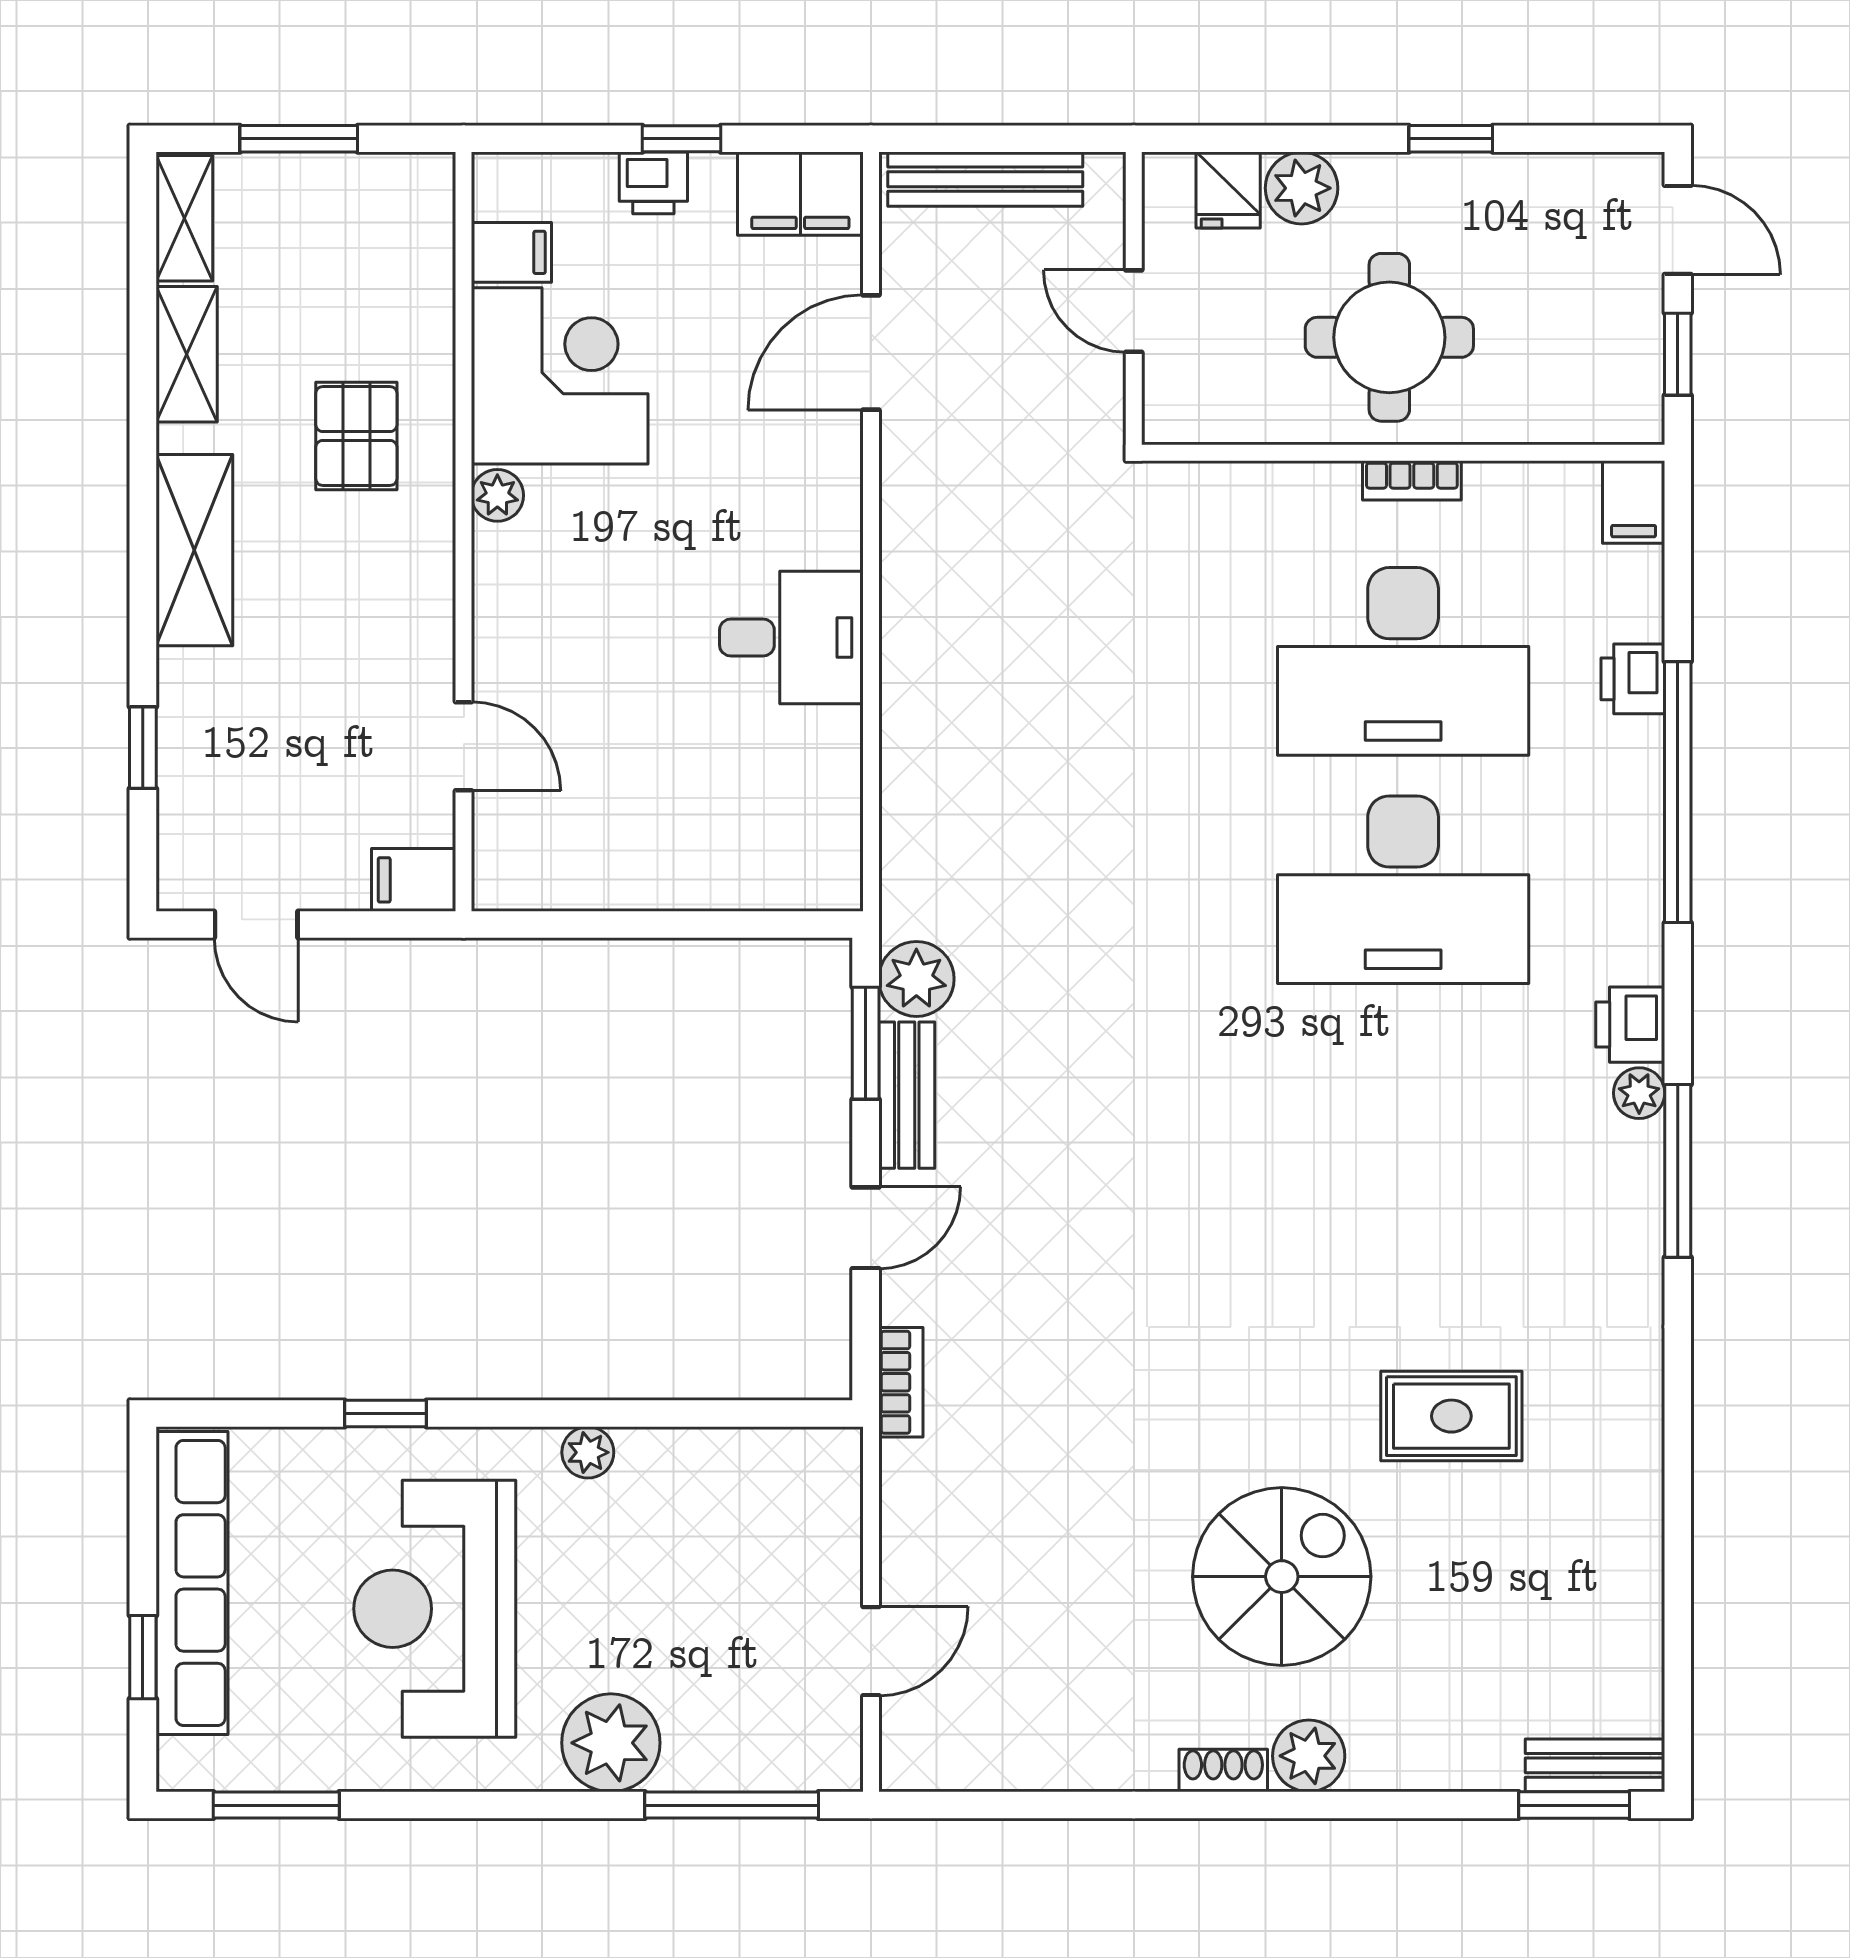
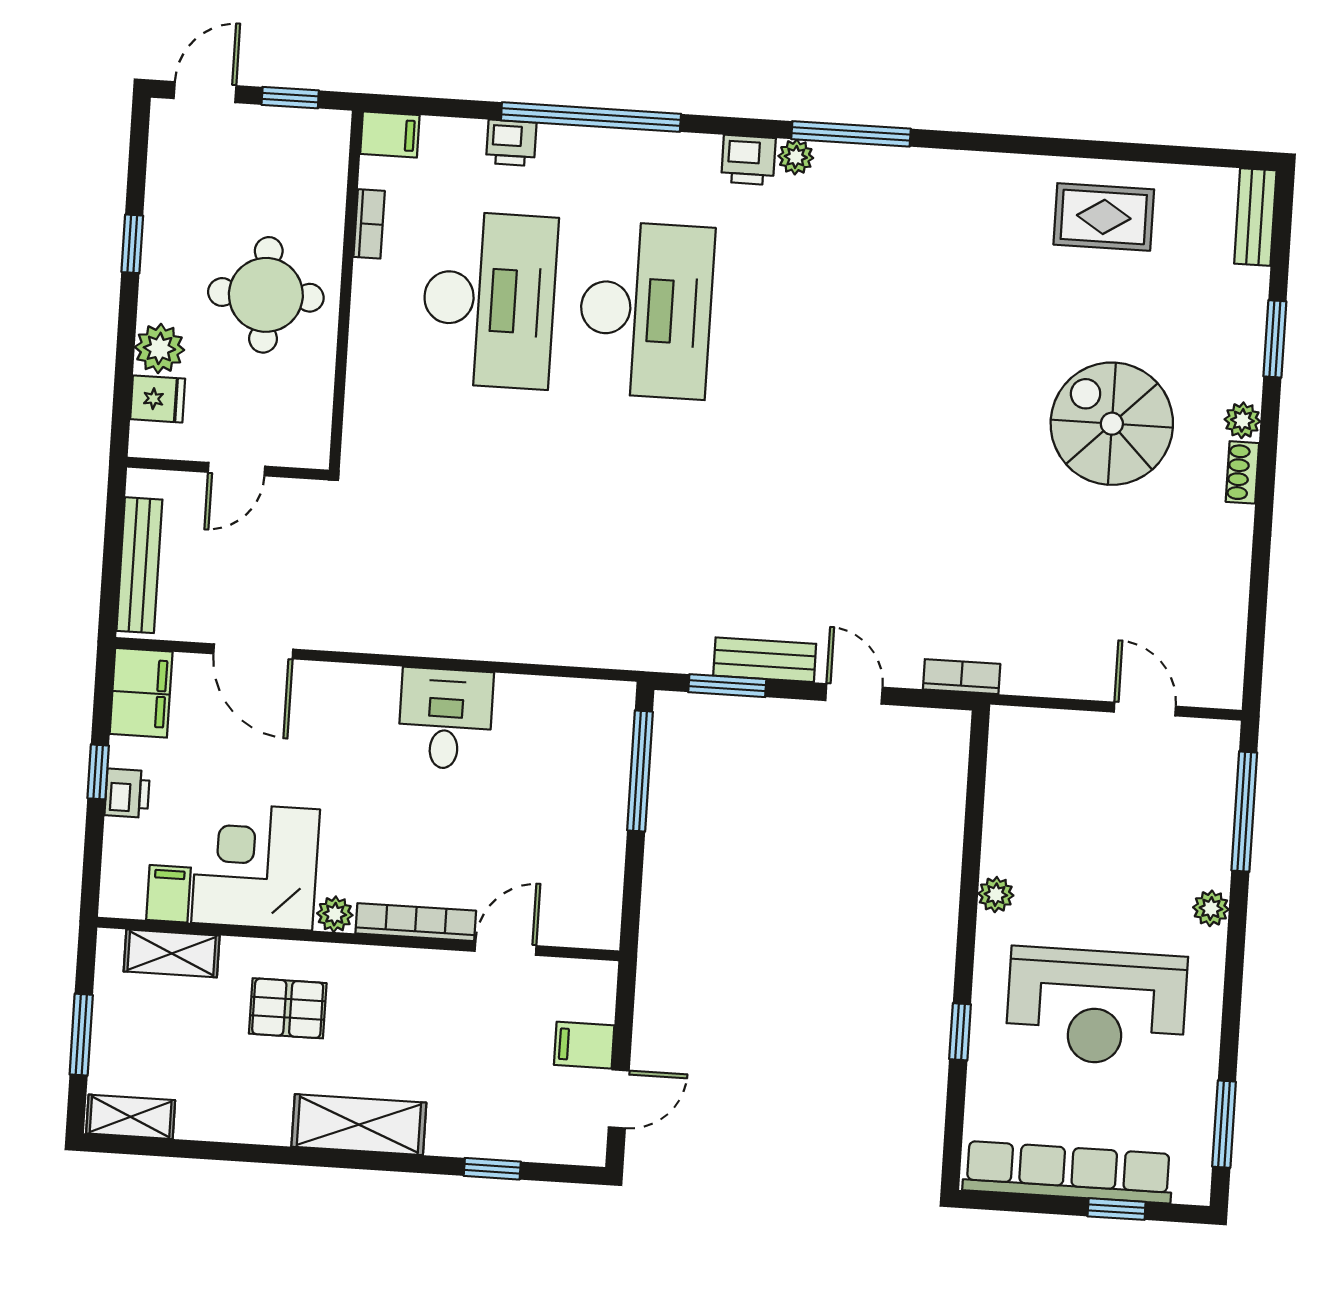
shelving: (187, 354) -> (172, 953), moved
bookcase: (1412, 480) -> (369, 224), moved
bookcase: (494, 614) -> (416, 922), added
filing cabinet: (414, 880) -> (584, 1045), moved, turned 90
window: (734, 925) -> (640, 771), added
plant: (916, 979) -> (685, 648), removed
rug: (1451, 1416) -> (1104, 217), moved, turned 90
plant: (611, 1743) -> (1211, 908), width x0.53, depth x0.53
plant: (1309, 1756) -> (1242, 420), width x0.73, depth x0.73
window: (1574, 1805) -> (1275, 339), moved

